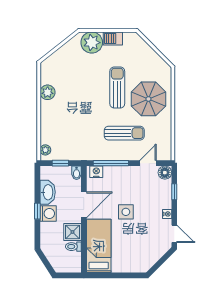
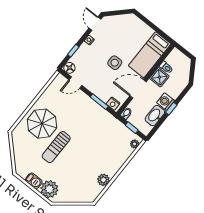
sun lounger: (124, 133) -> (75, 114), removed
window: (111, 163) -> (99, 102), width x0.69

